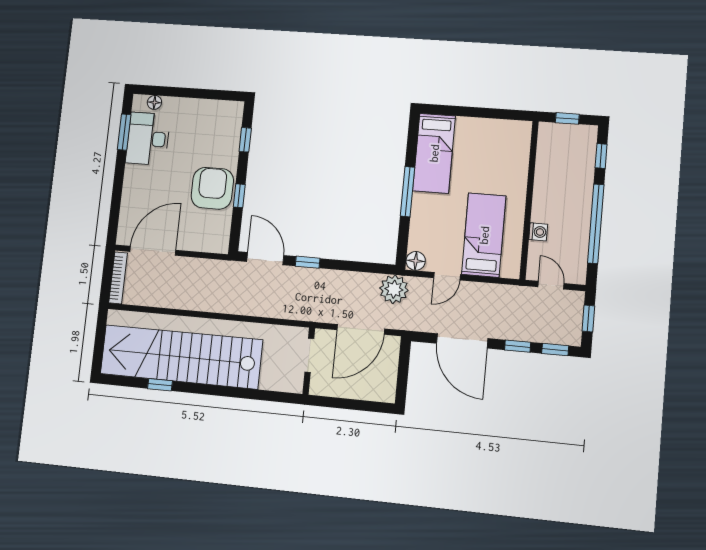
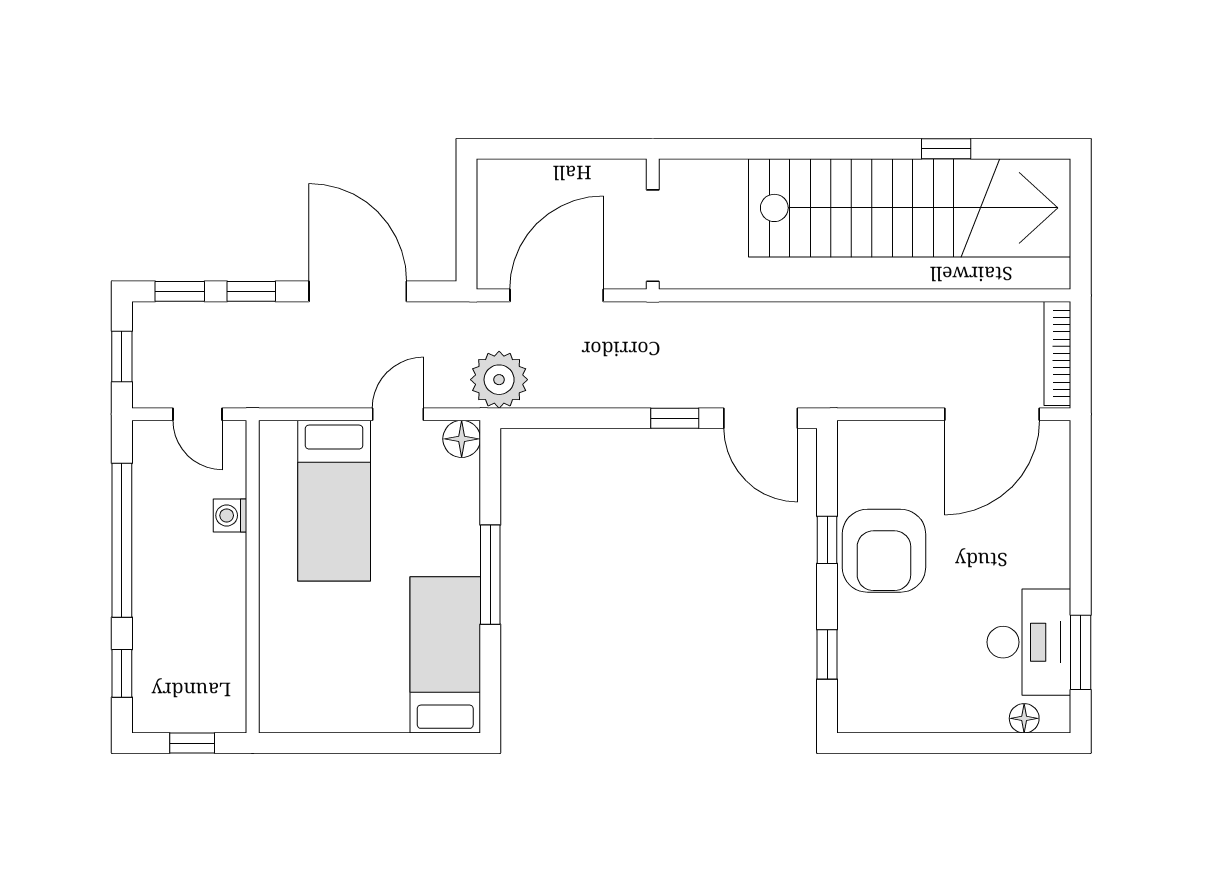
doorway: (309, 355) -> (653, 236), width x1.38

